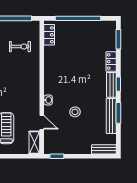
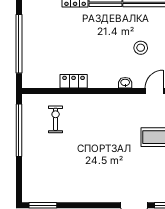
locker: (49, 35) -> (74, 81), moved

